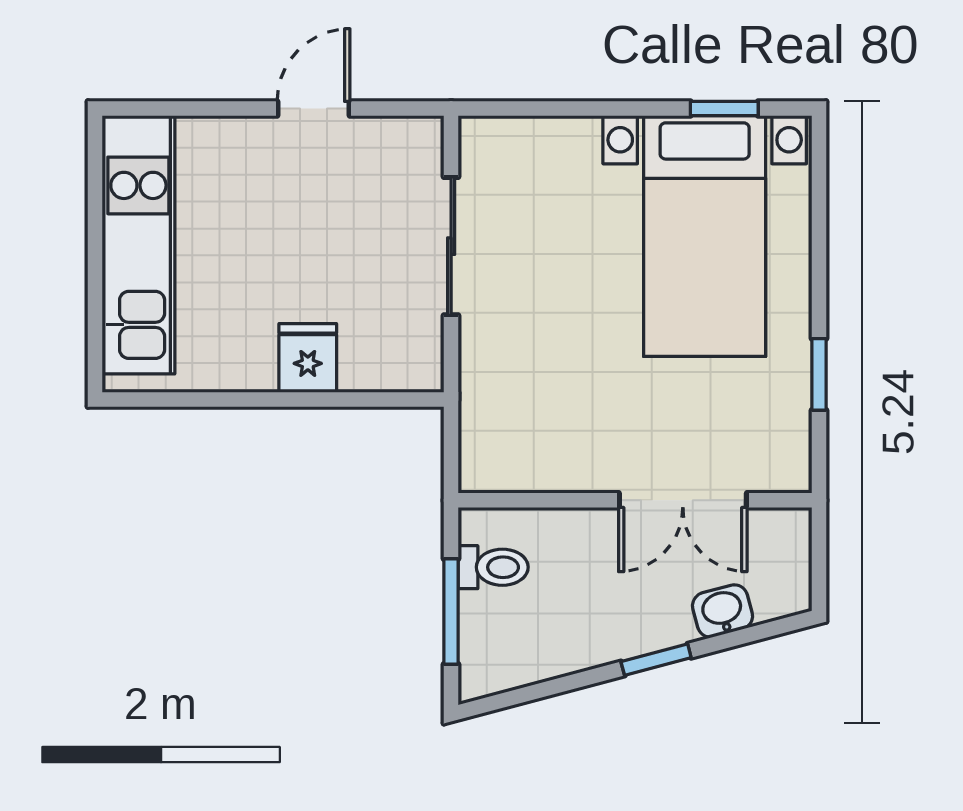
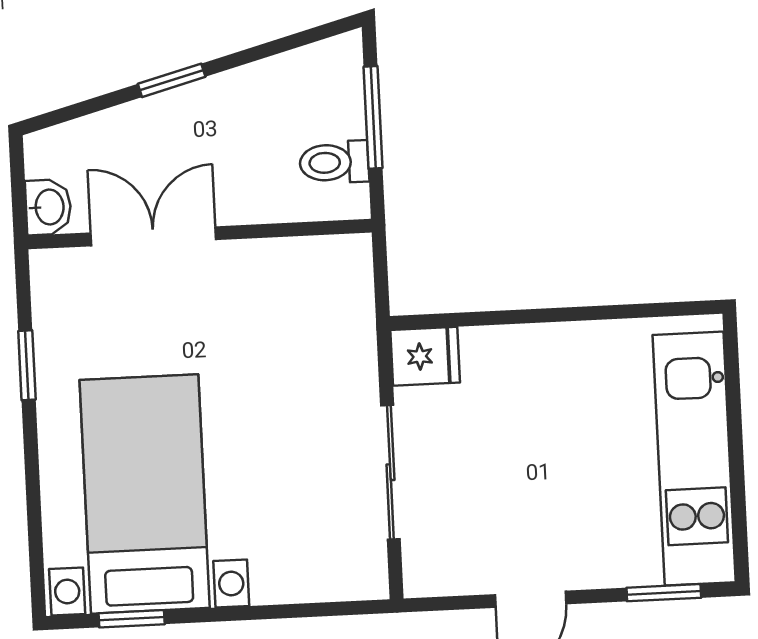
window: (176, 109) -> (664, 593), added
fridge: (308, 358) -> (425, 356), moved, turned -90
washbasin: (723, 611) -> (48, 207), moved, turned -75

